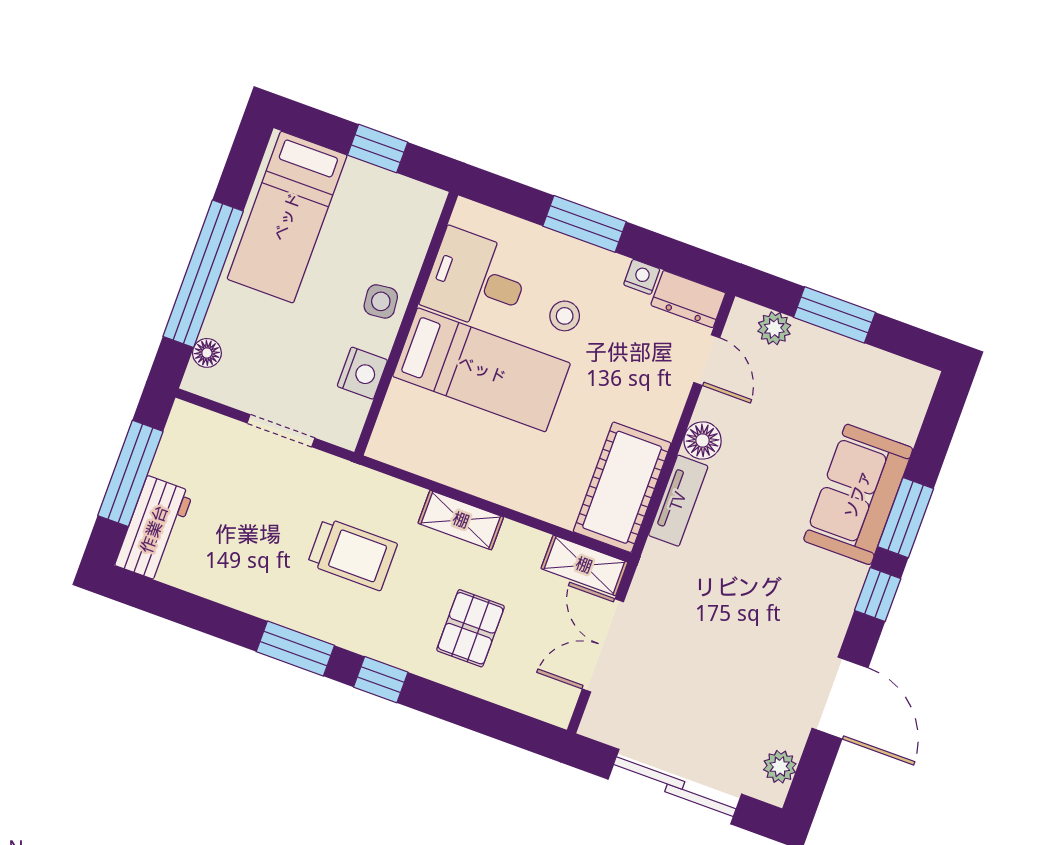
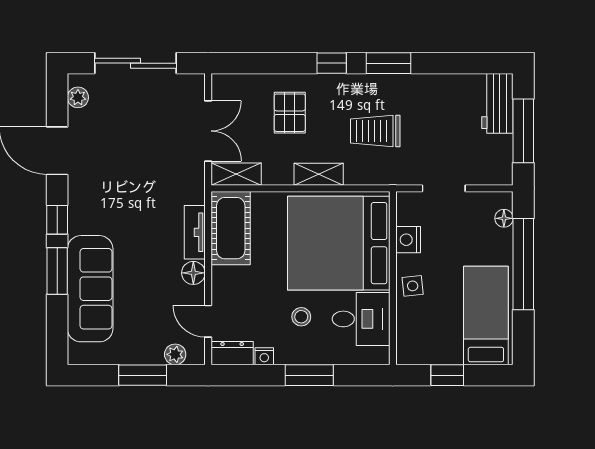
bed: (482, 370) -> (339, 243), width x2.04
sofa: (858, 494) -> (90, 289), width x1.36

